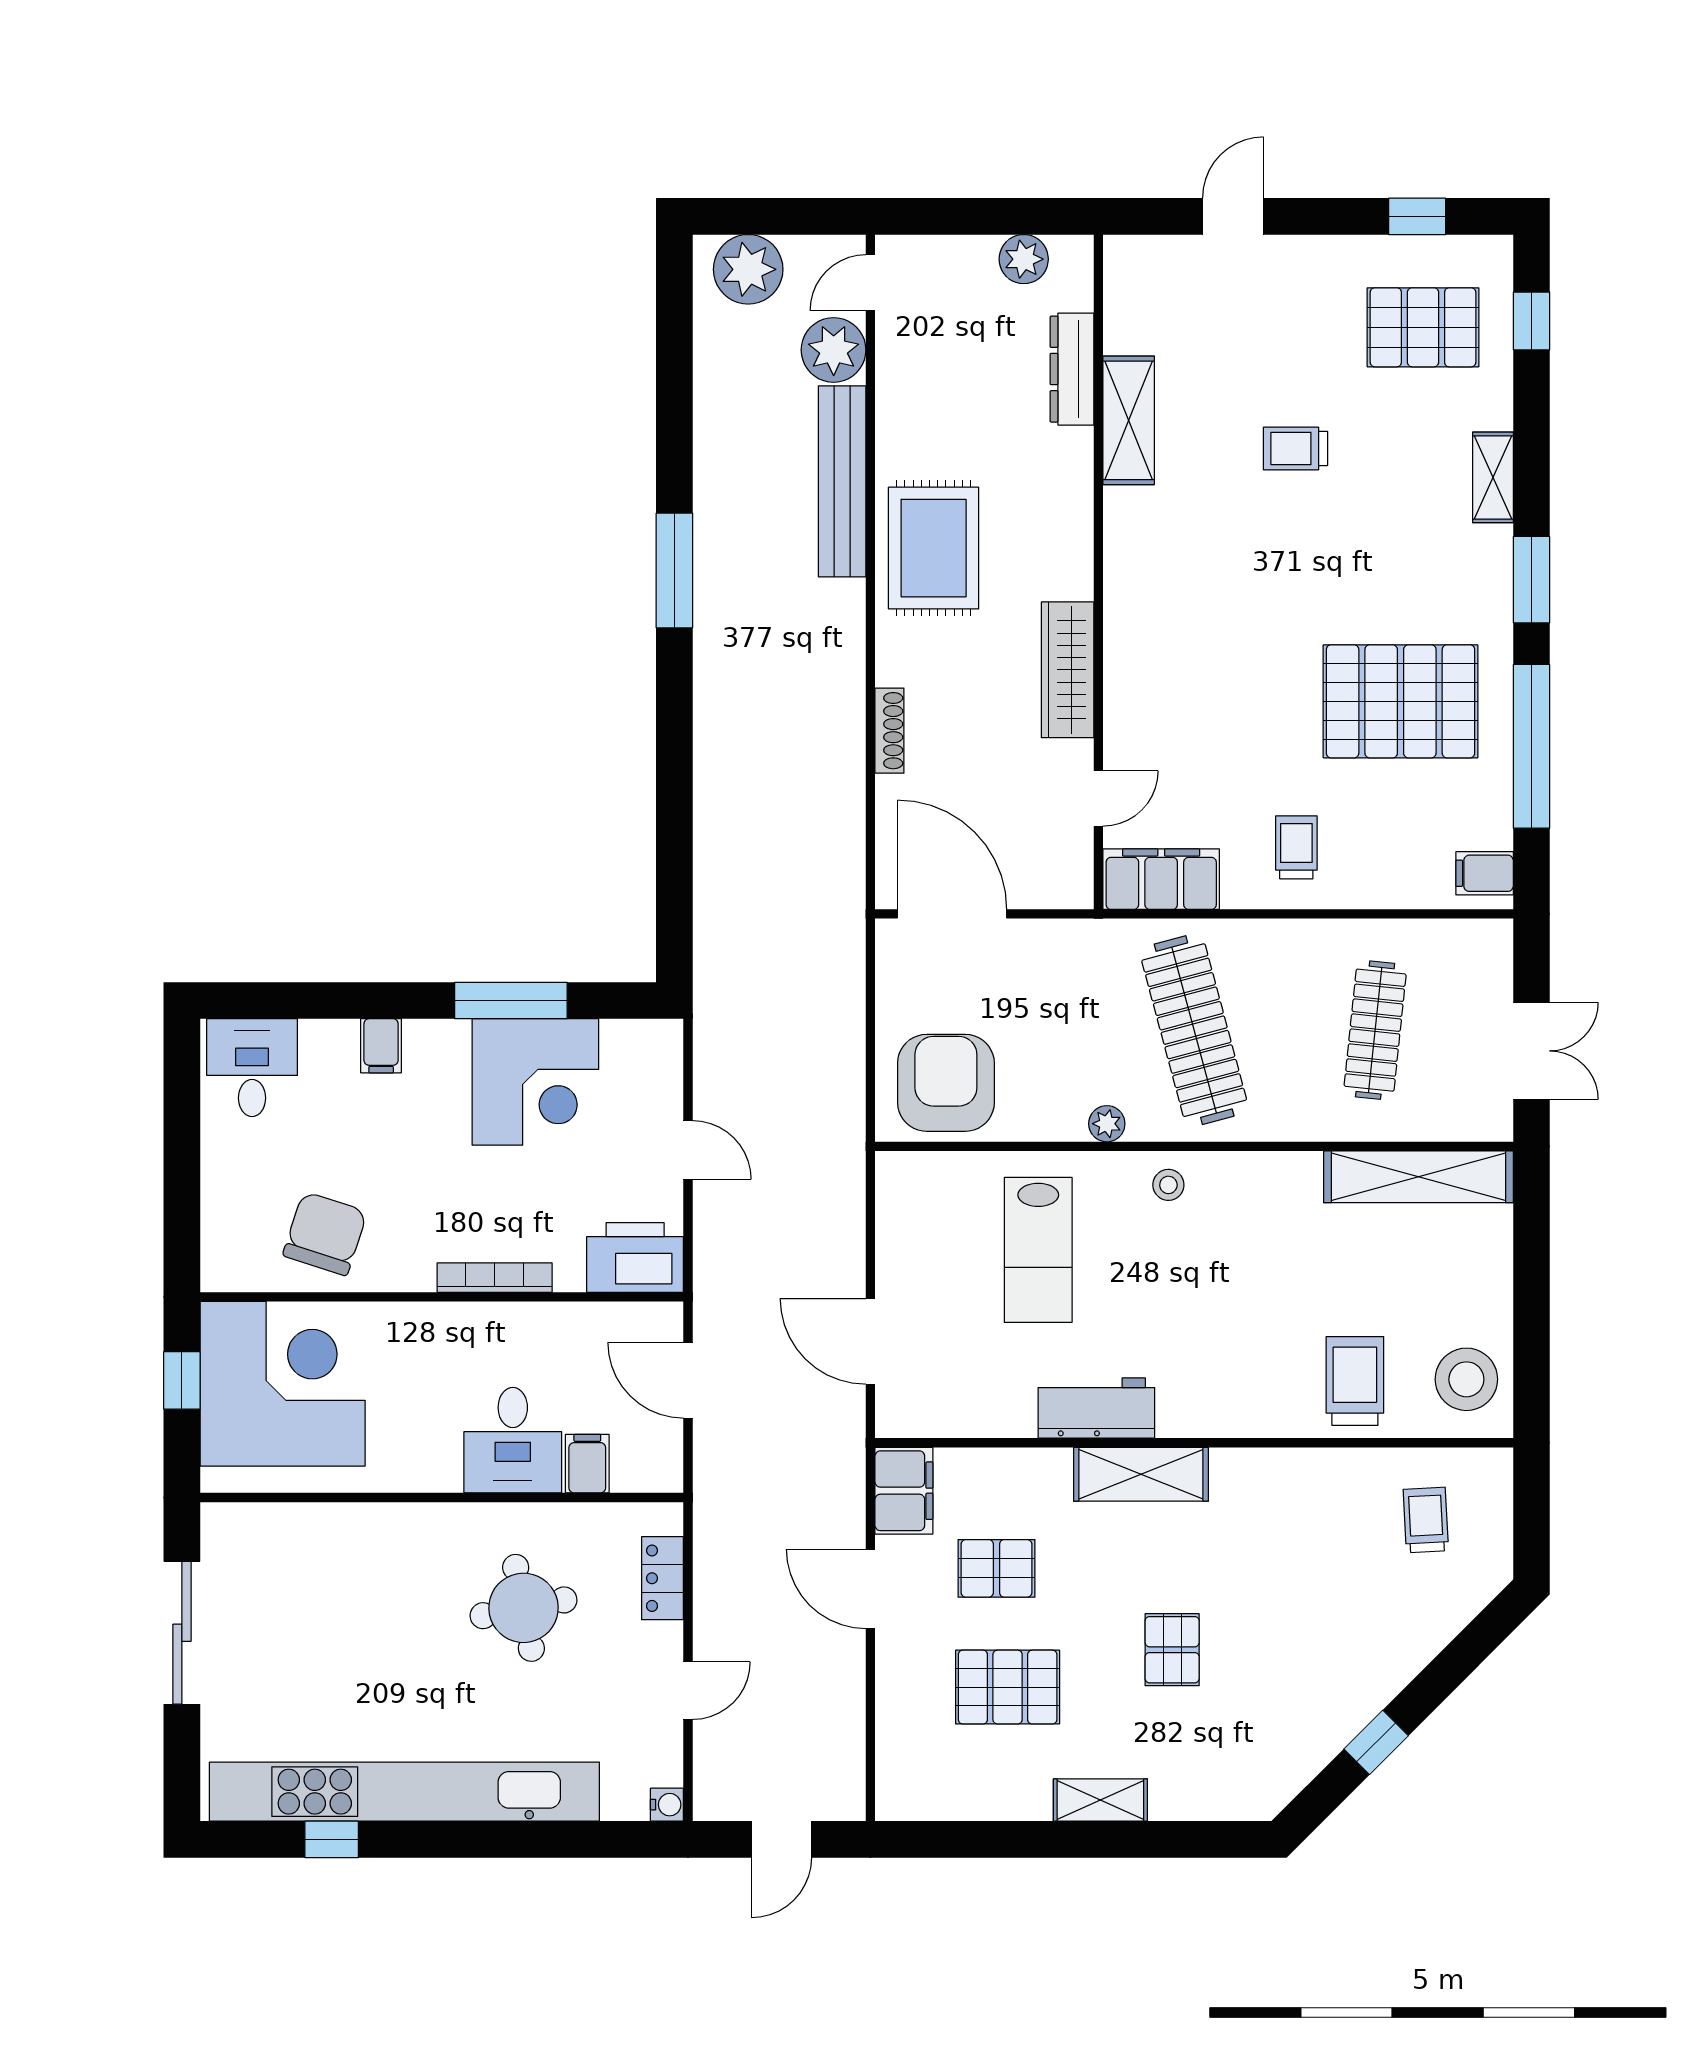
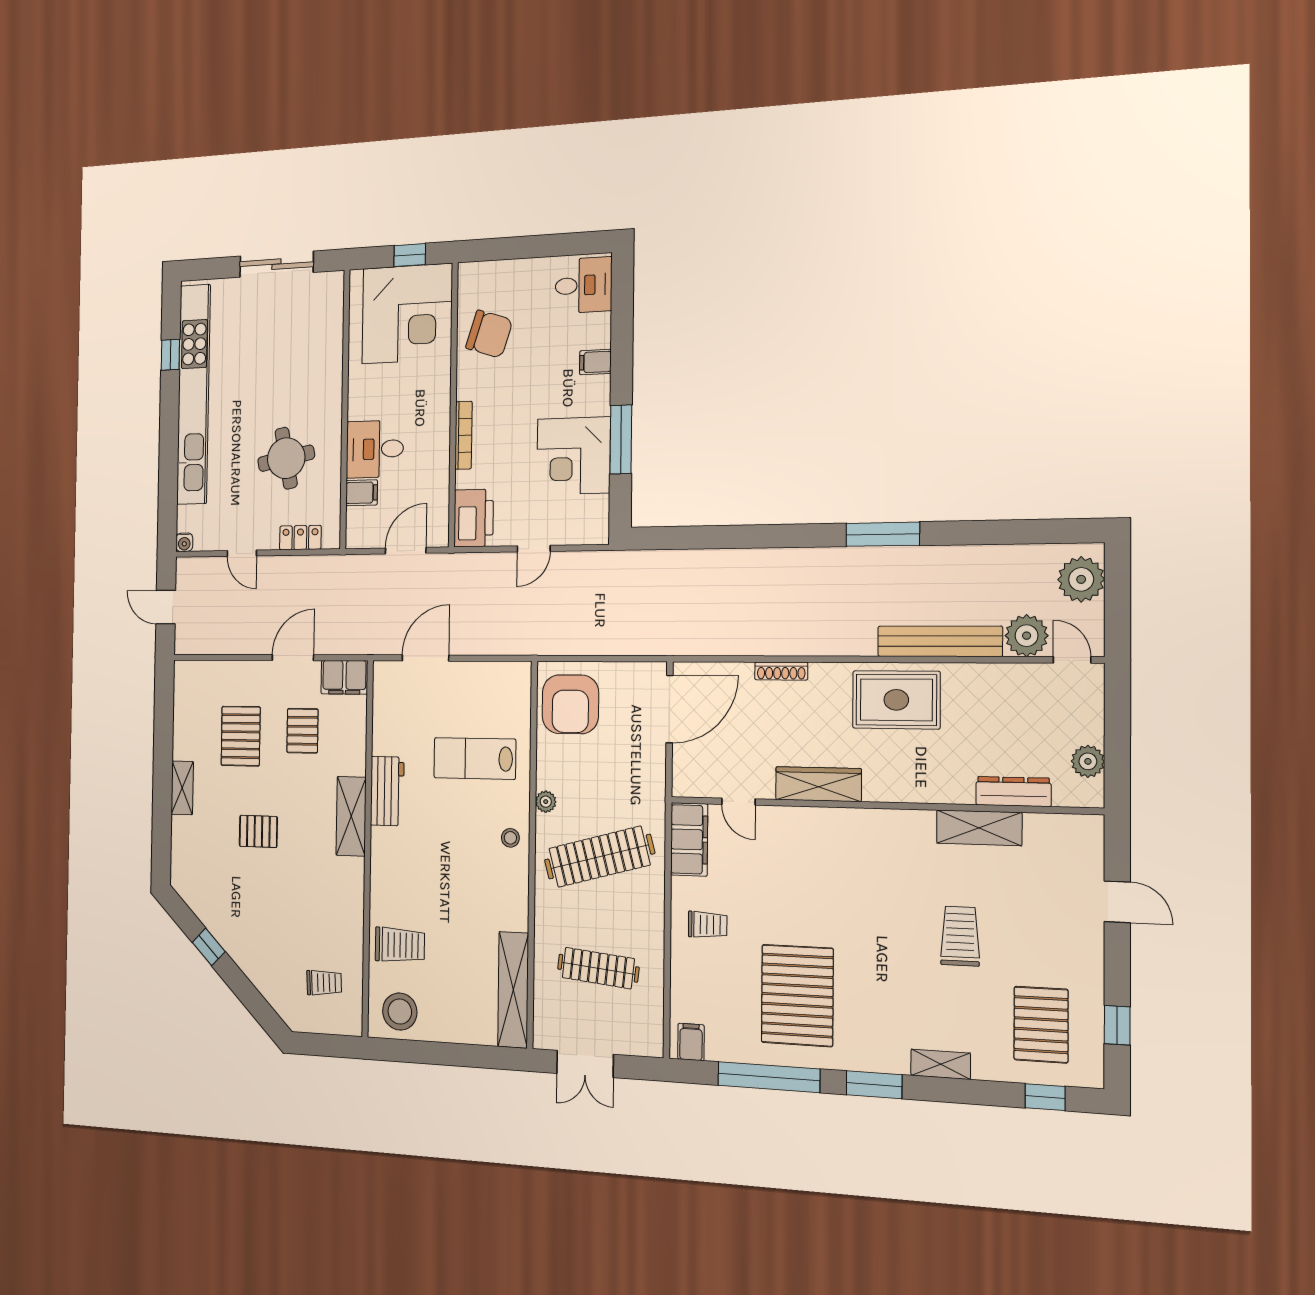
trolley: (1295, 449) -> (960, 936), width x1.36, depth x1.39
armchair: (946, 1083) -> (570, 704), turned 90

